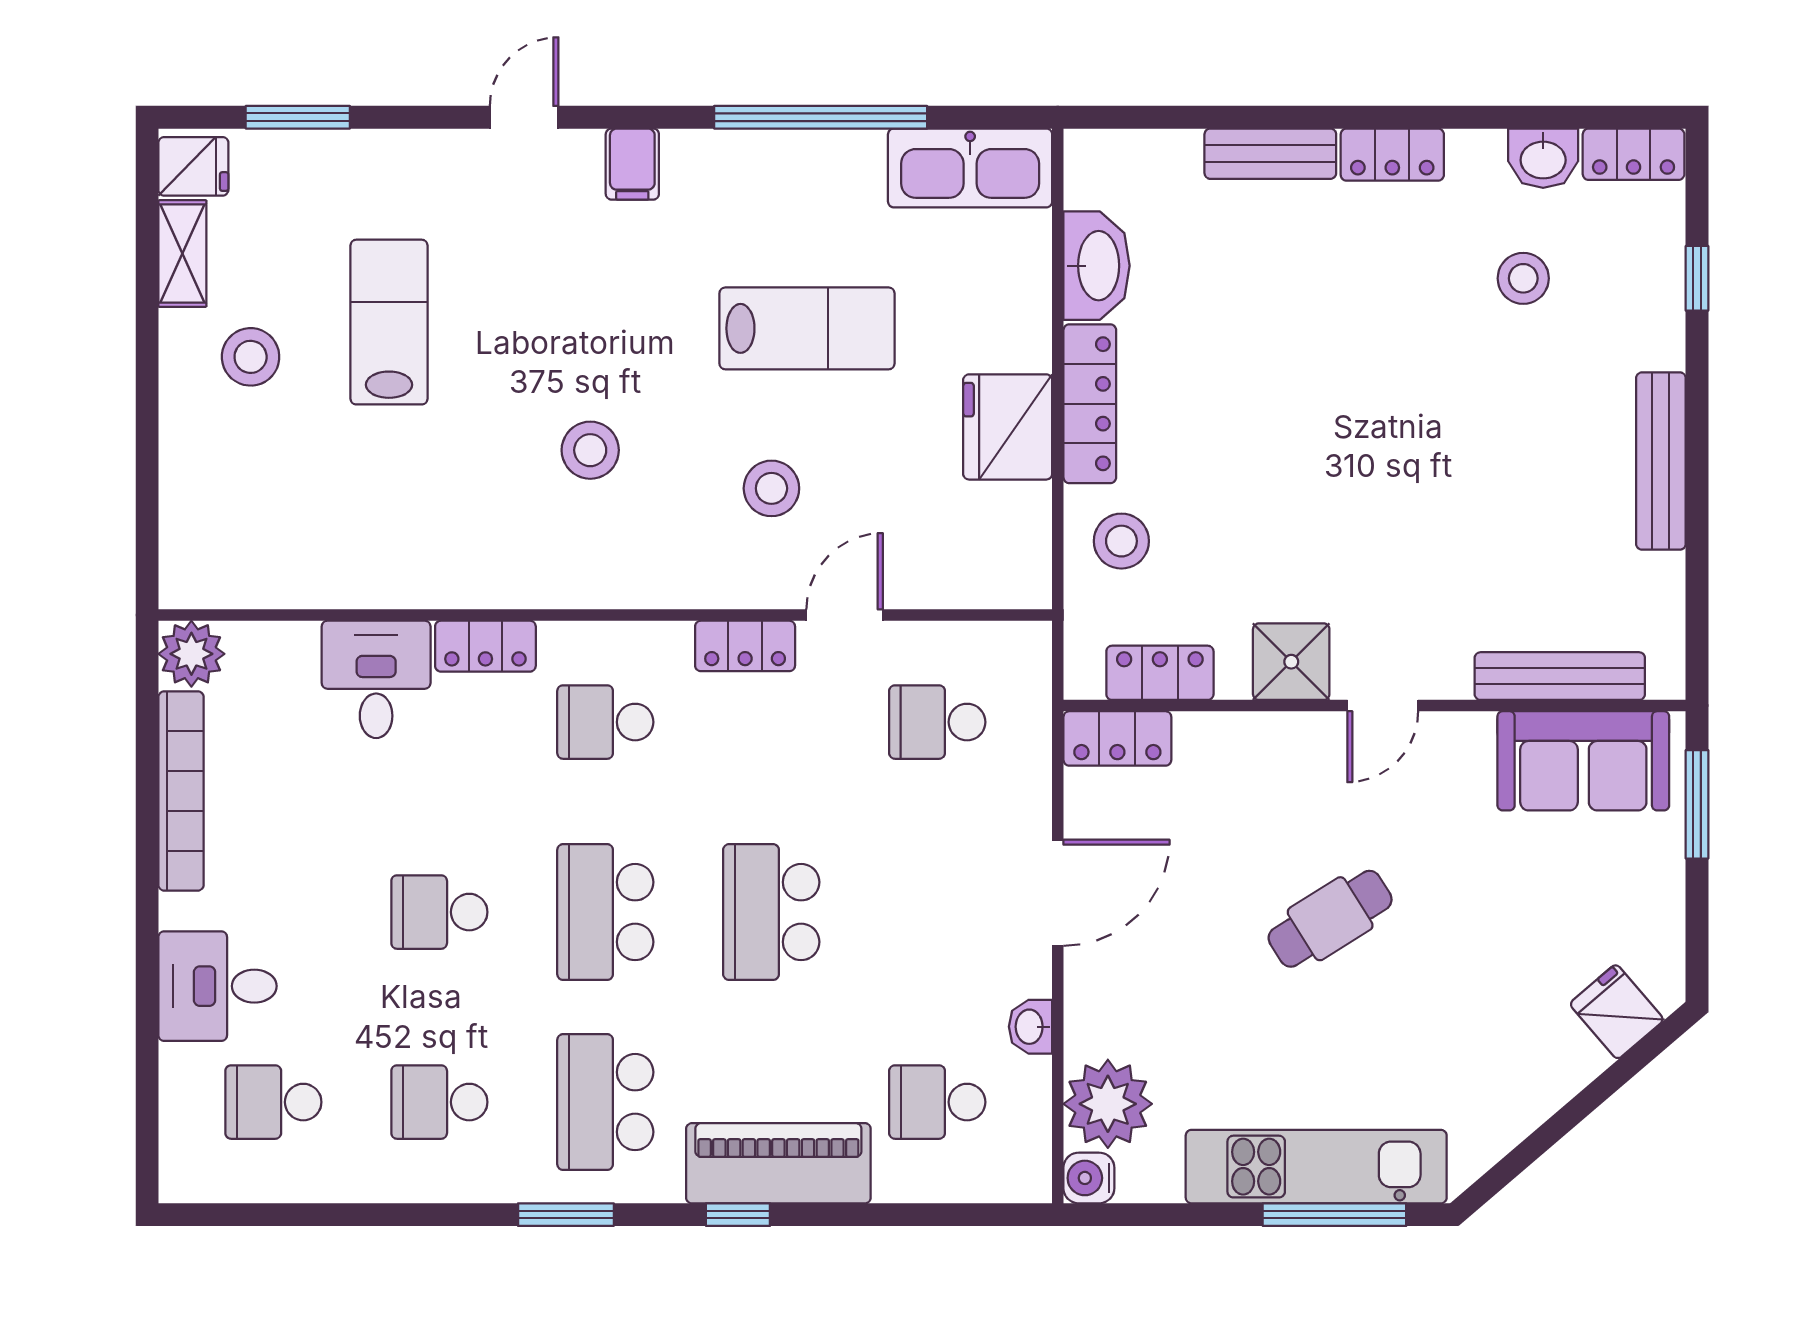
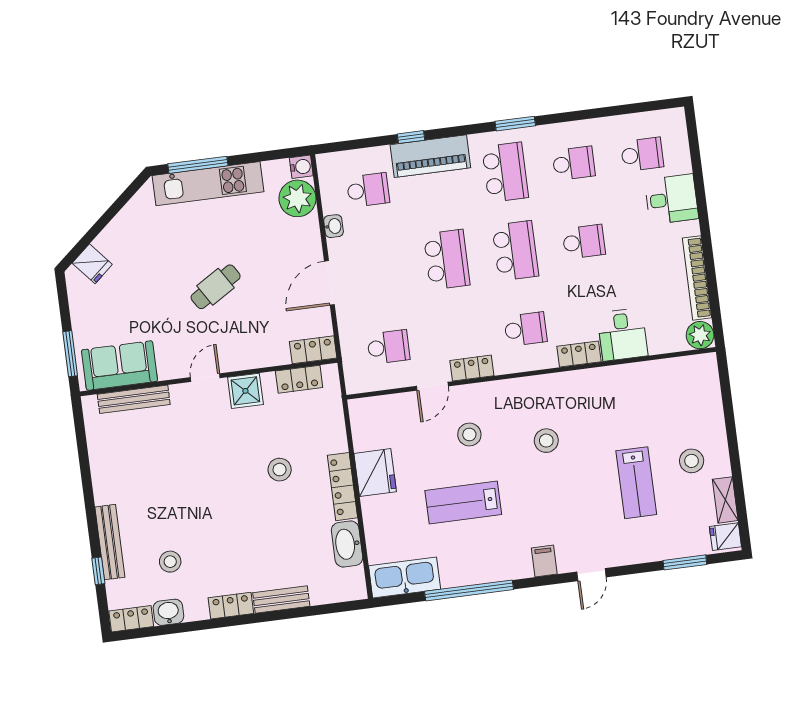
bench: (1661, 461) -> (110, 542), moved
stool: (1121, 541) -> (280, 470), moved
window: (738, 1215) -> (411, 137), moved

